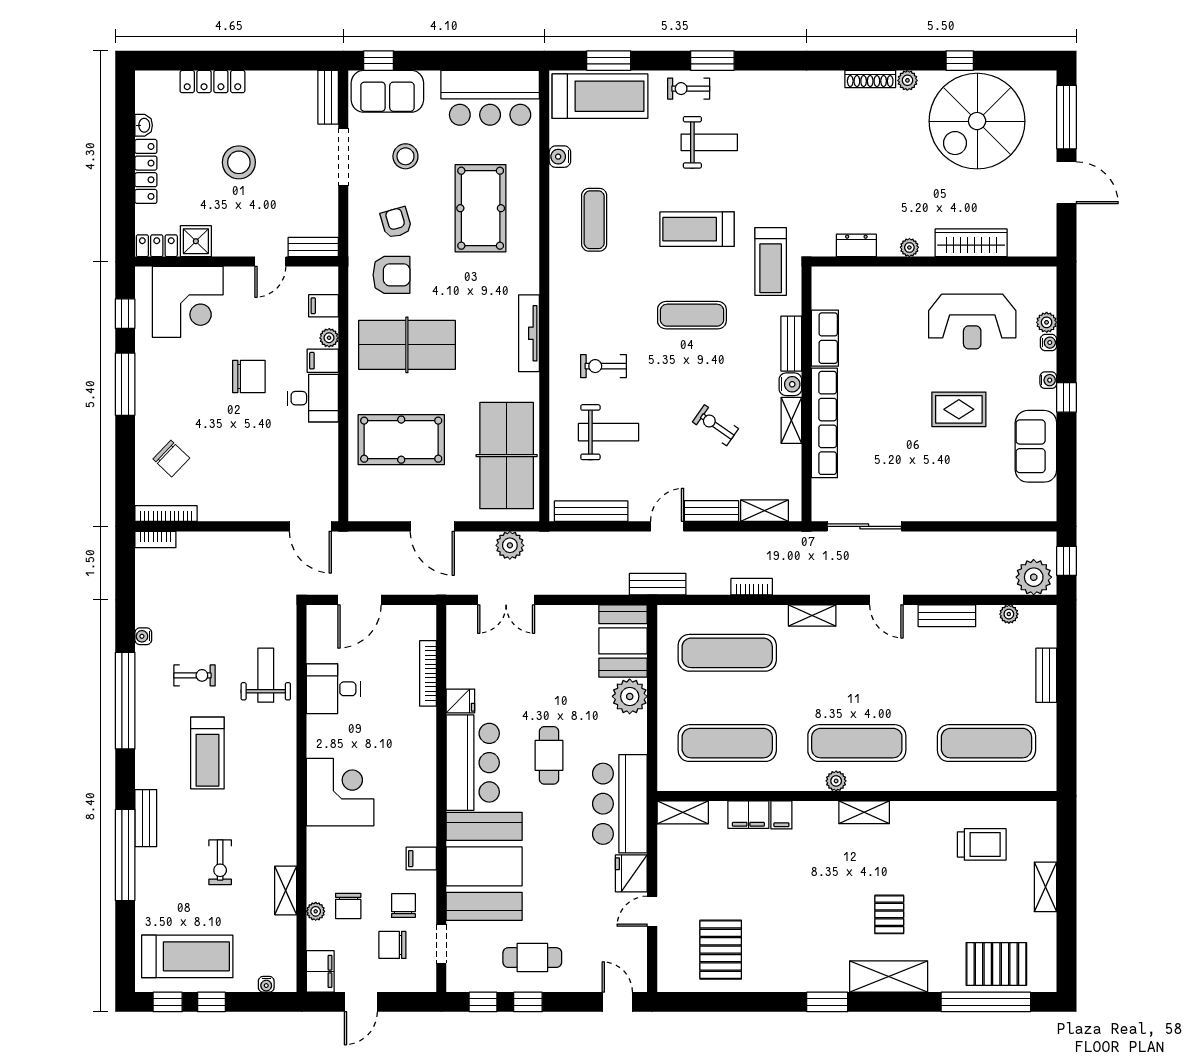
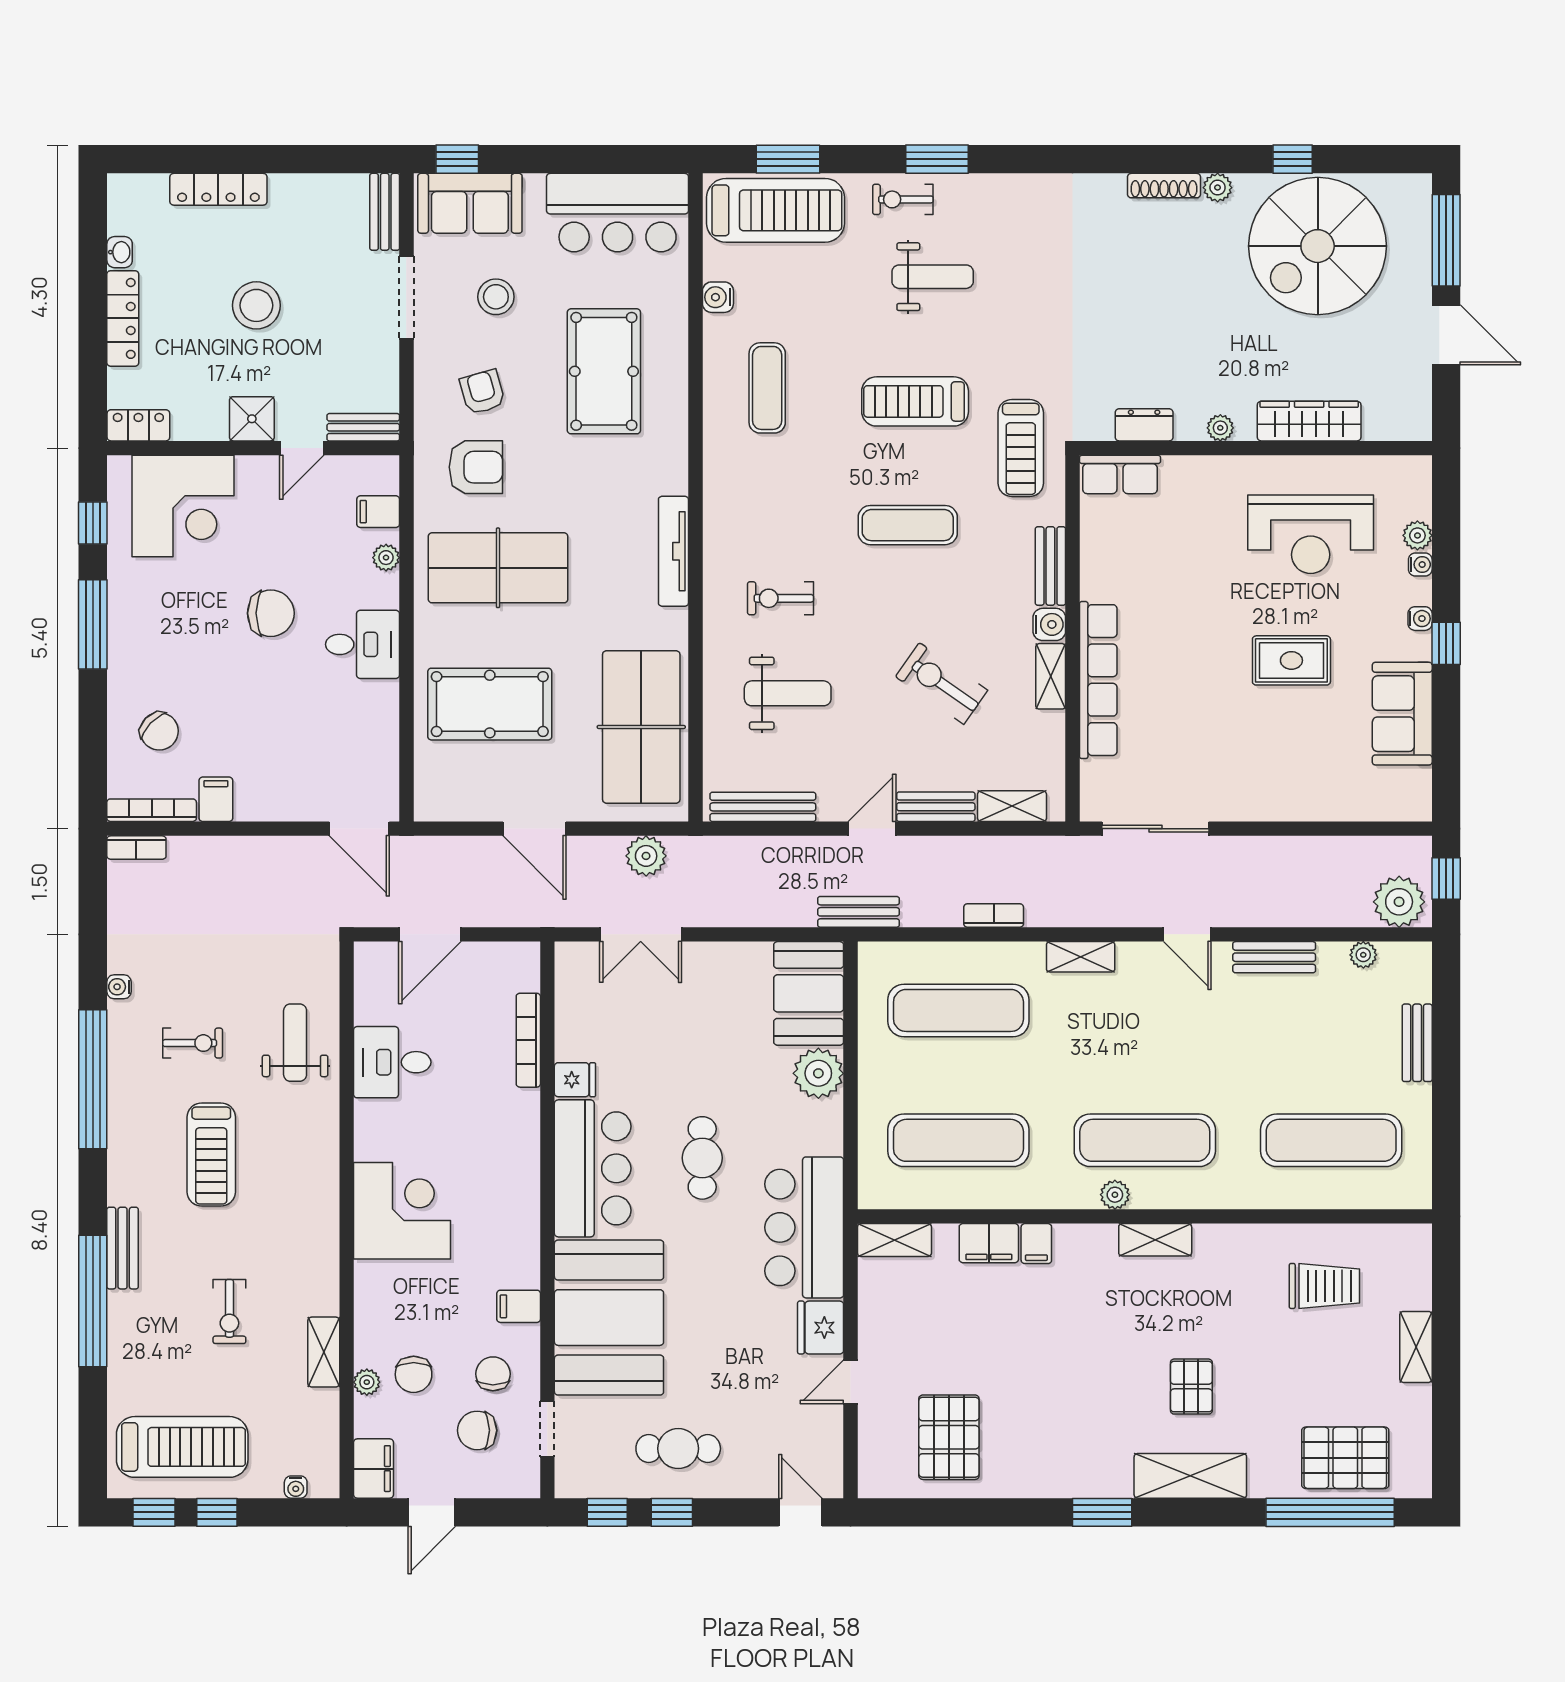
shower: (196, 241) -> (252, 419), moved
row of seats: (825, 338) -> (1120, 474), moved, turned 90
filing cabinet: (323, 361) -> (216, 799), moved, turned 90
exercise bike: (716, 425) -> (942, 683), width x1.38, depth x1.39

